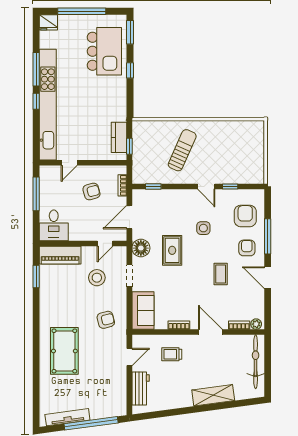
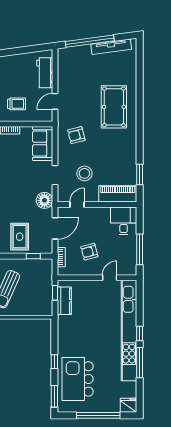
rug: (172, 250) -> (20, 237), moved

